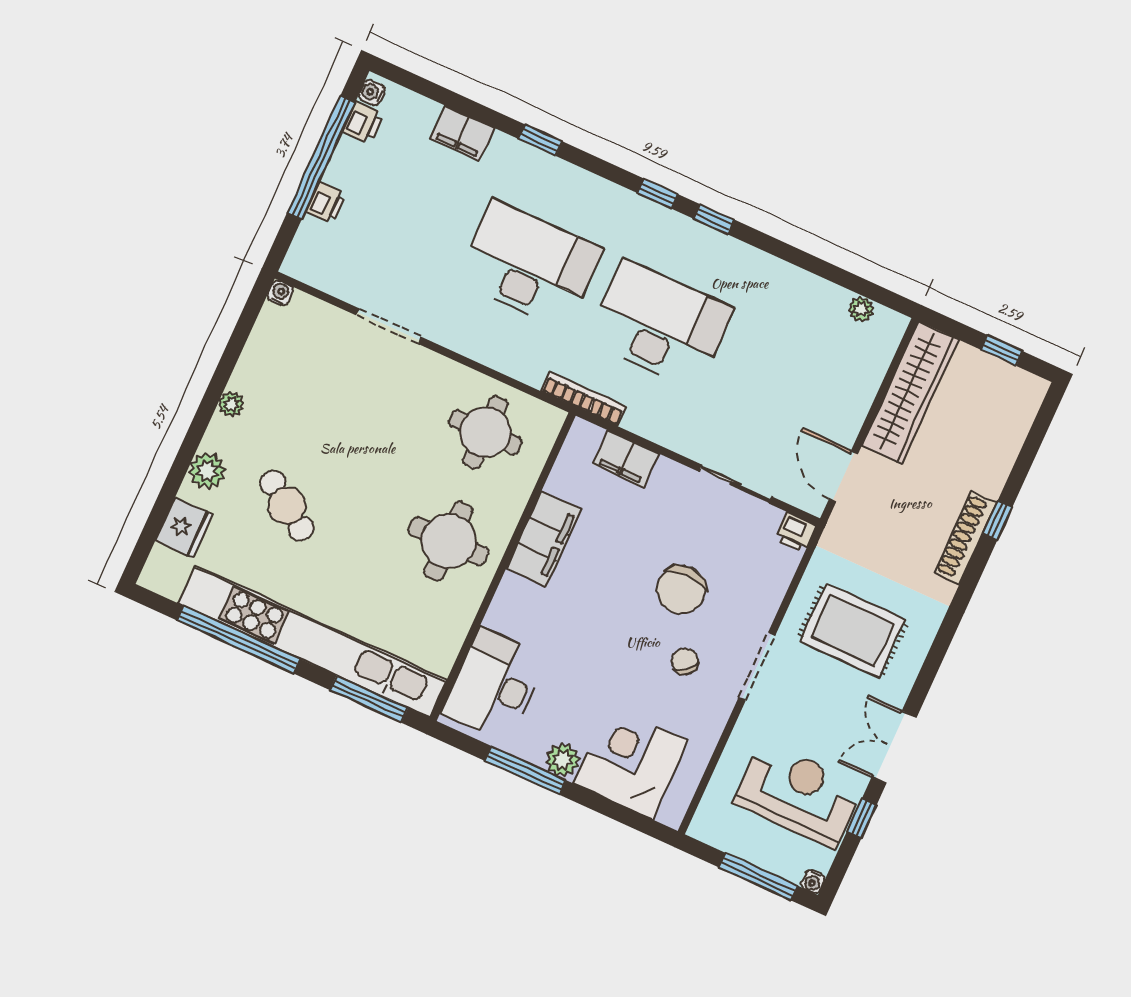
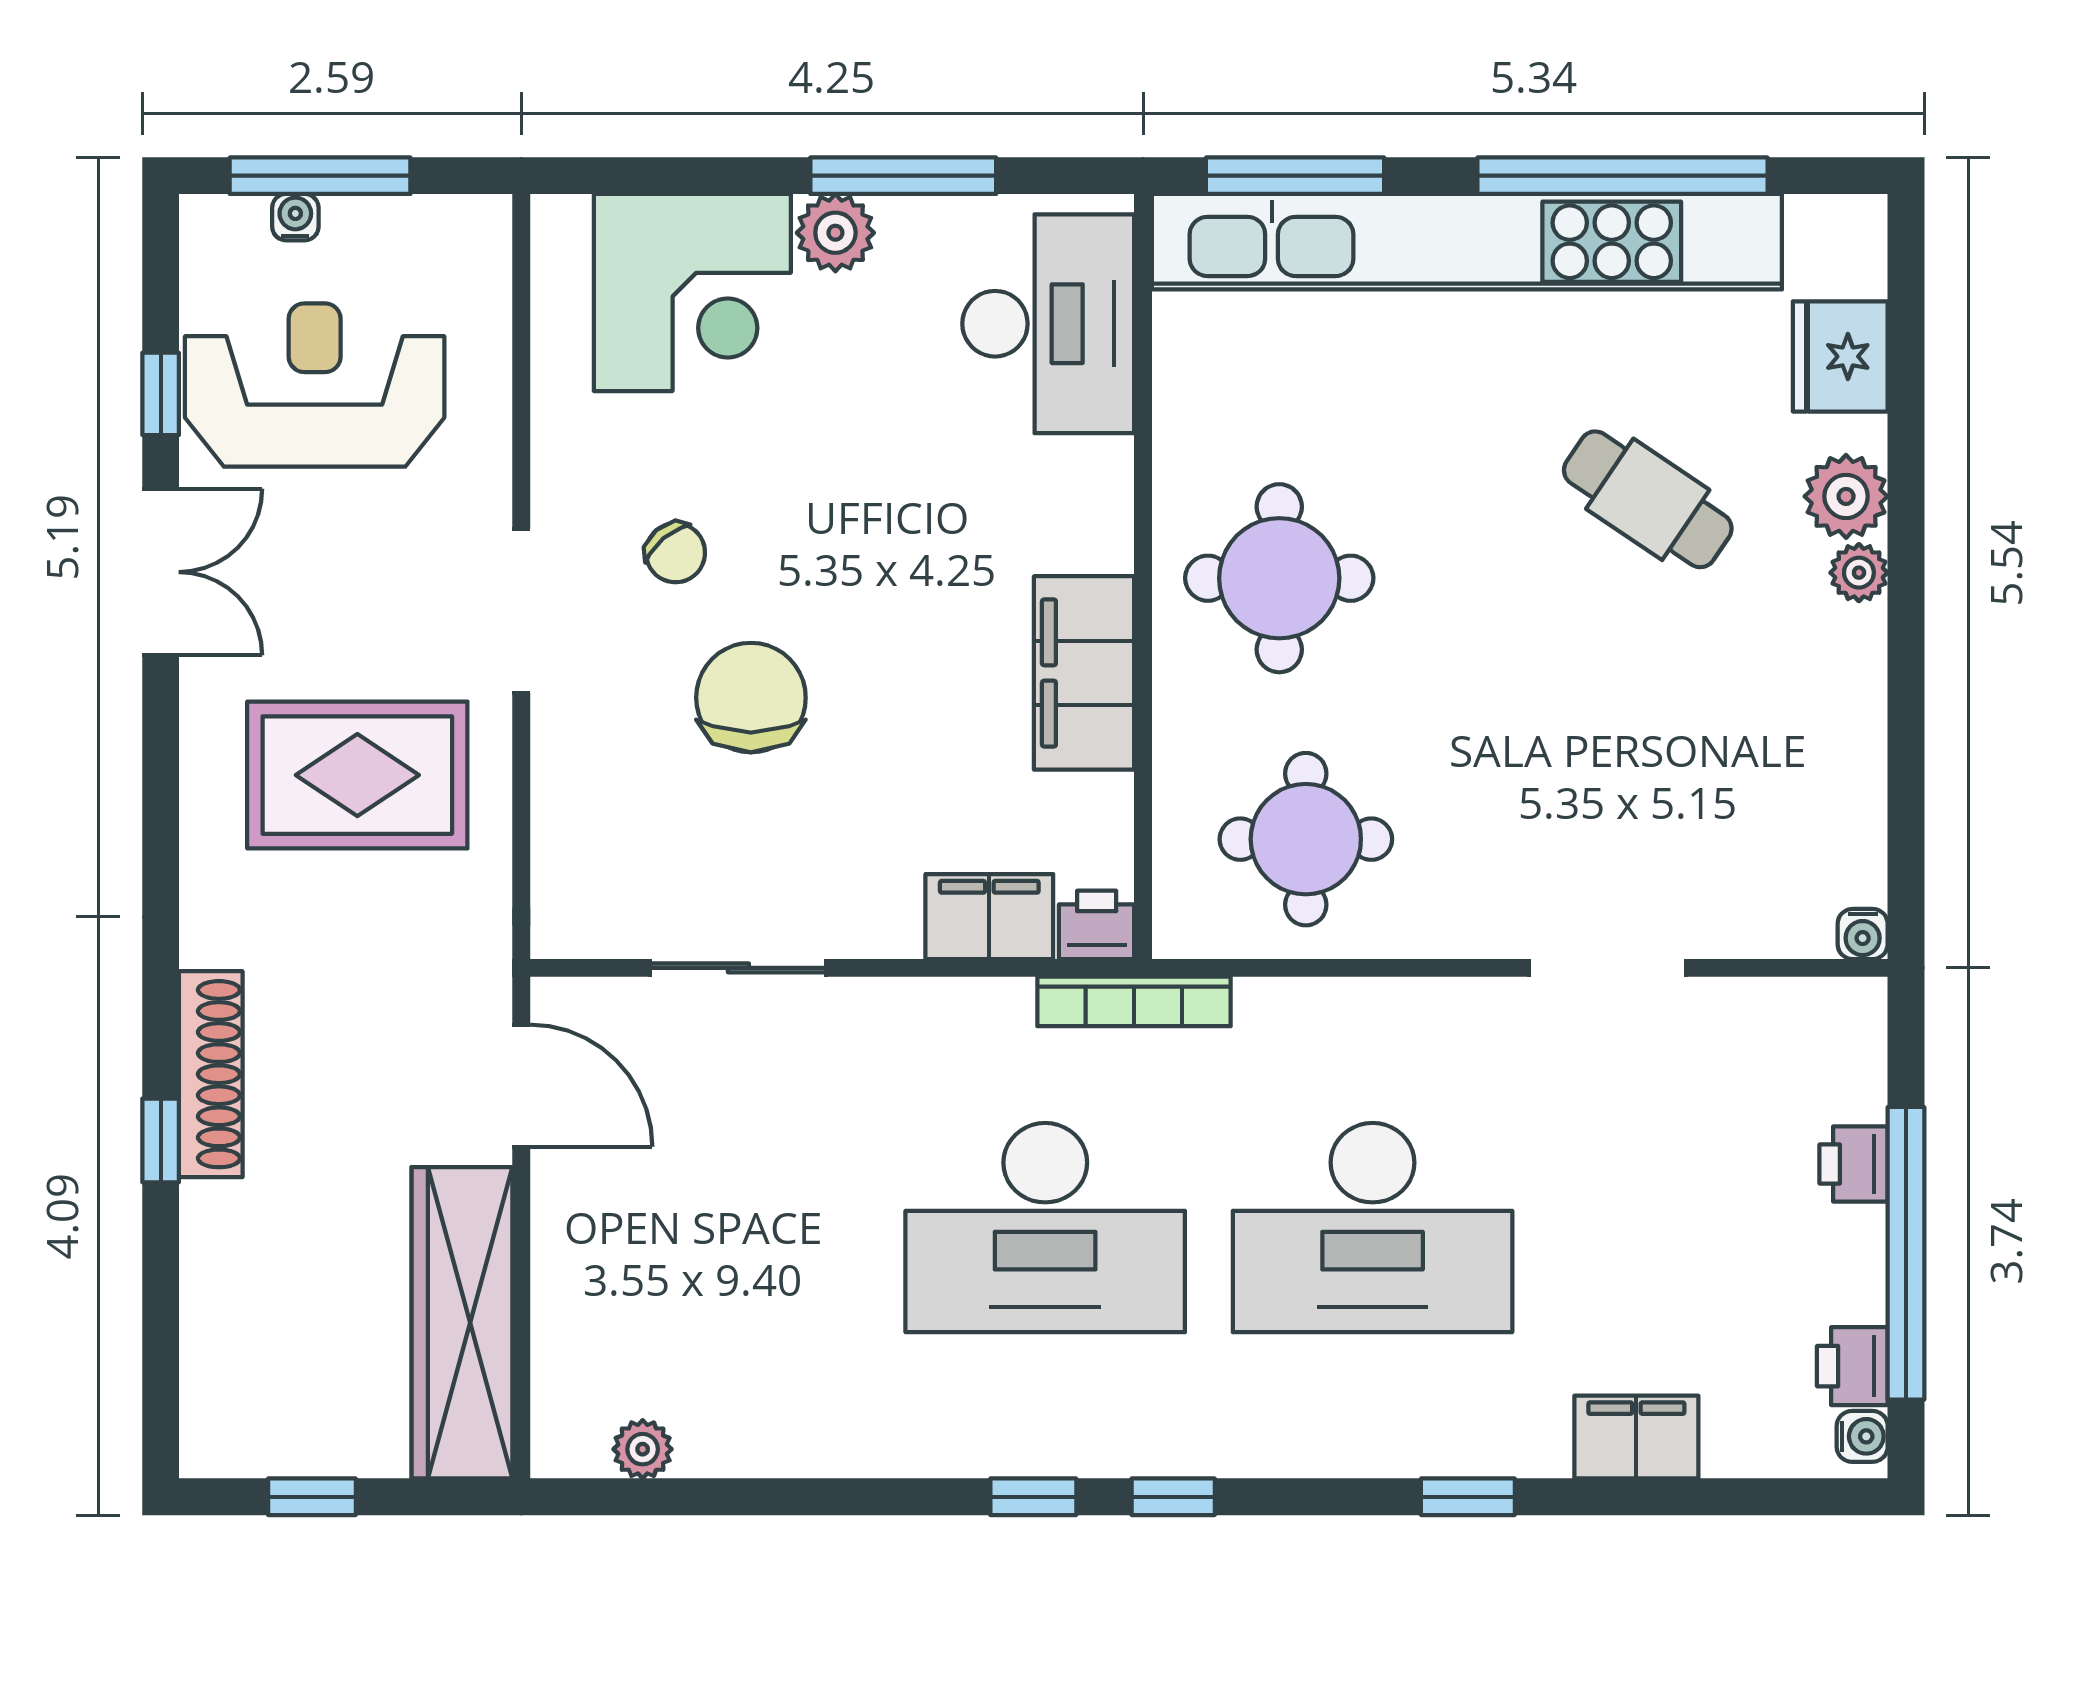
plant: (231, 404) -> (1859, 573), moved
printer: (796, 532) -> (1097, 925), moved
reception desk: (799, 794) -> (315, 385), turned 180
water cooler: (813, 881) -> (295, 217), moved

